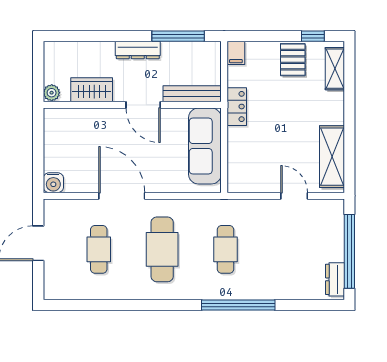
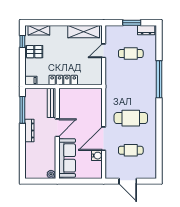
wardrobe: (92, 90) -> (50, 154), removed
locker: (237, 107) -> (63, 80), width x1.53
sofa: (205, 146) -> (67, 158), moved, turned -90
water cooler: (53, 183) -> (97, 156), moved
cafe table: (225, 249) -> (131, 54), moved
window: (349, 251) -> (132, 23), width x0.47

